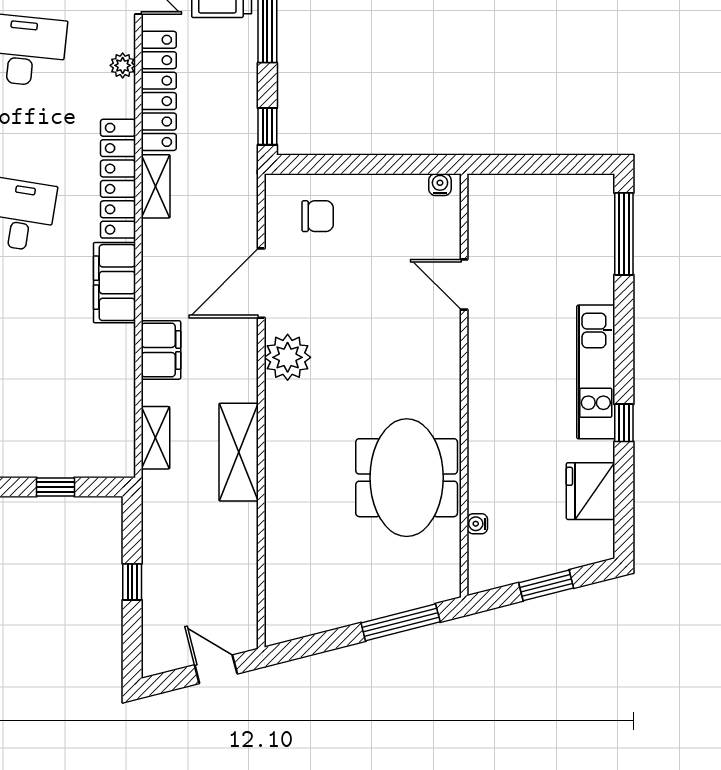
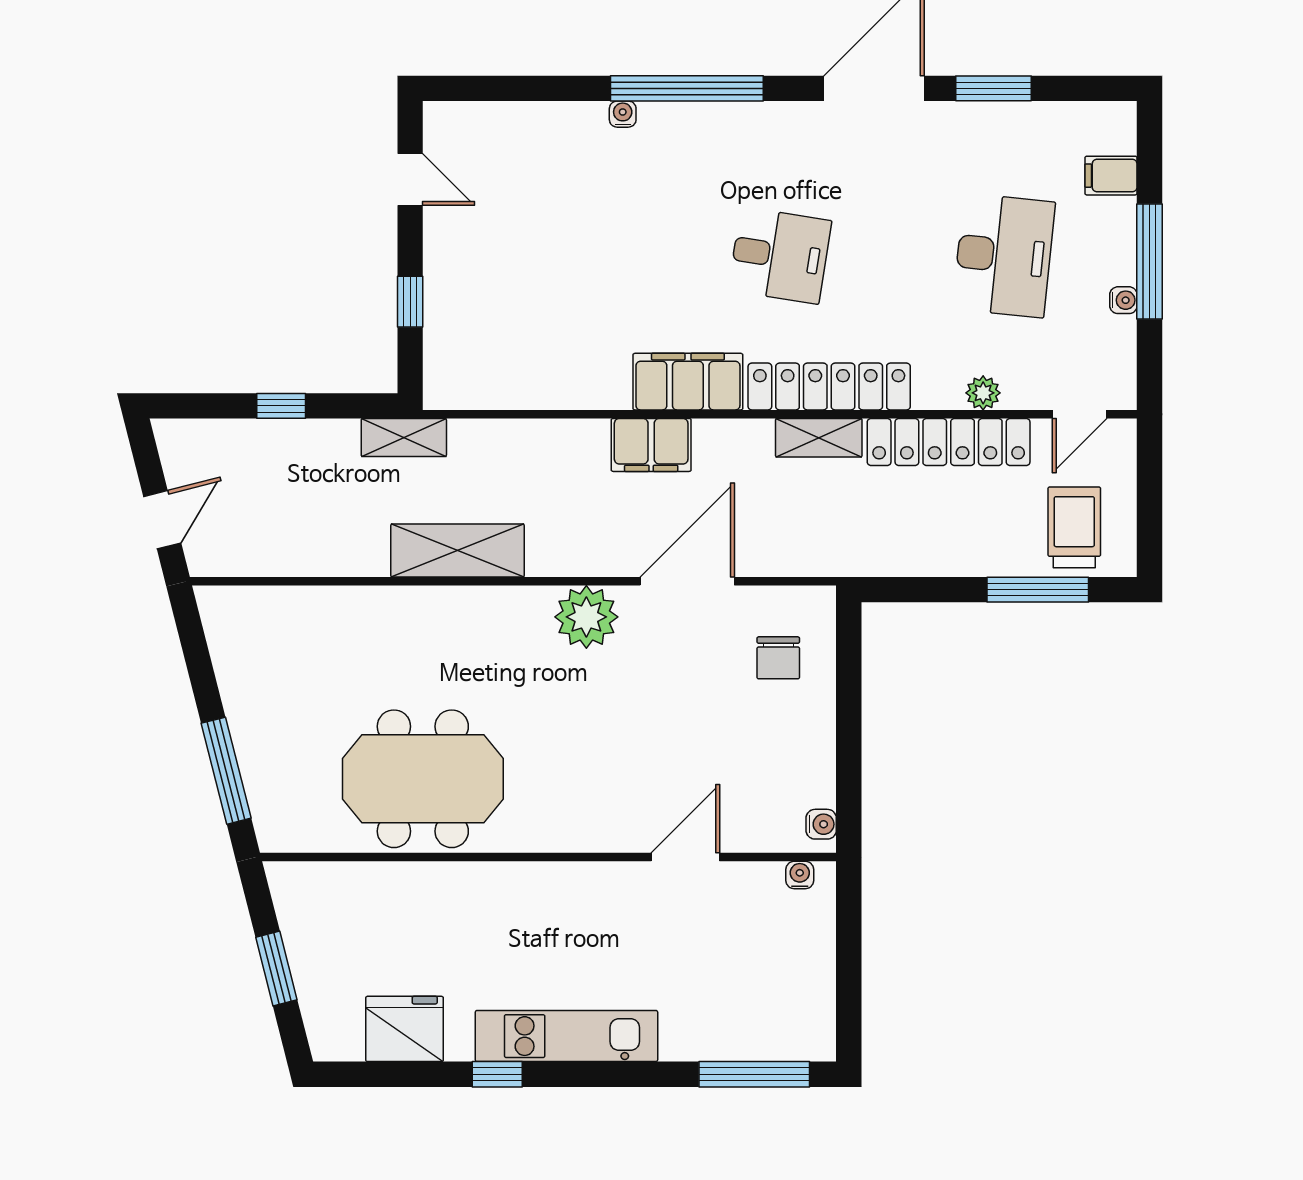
window: (267, 126) -> (900, 590), removed
door: (261, 283) -> (687, 581), hinge flipped
filing cabinet: (161, 350) -> (651, 445), moved
shelving: (156, 438) -> (404, 438), moved
water cooler: (477, 524) -> (800, 875), moved

